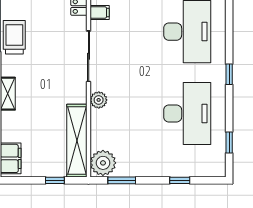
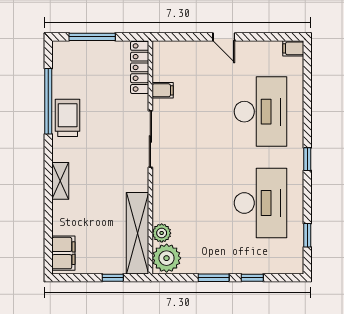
plant: (99, 100) -> (162, 233), moved
window: (122, 180) -> (214, 278), moved

